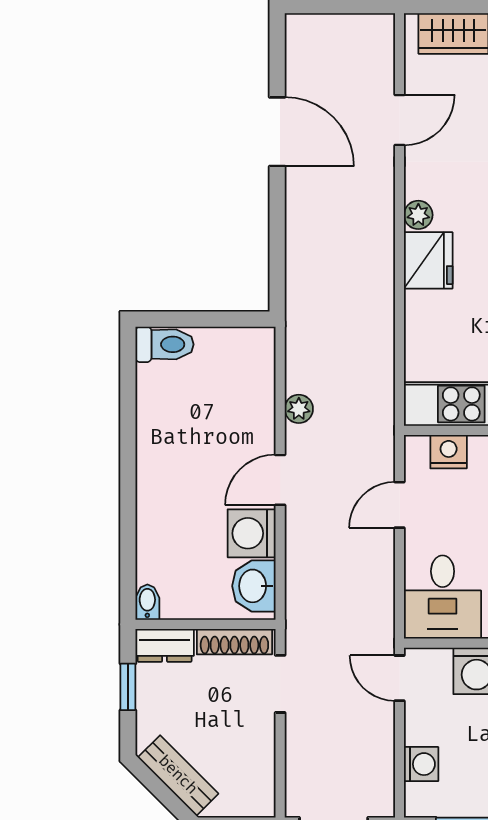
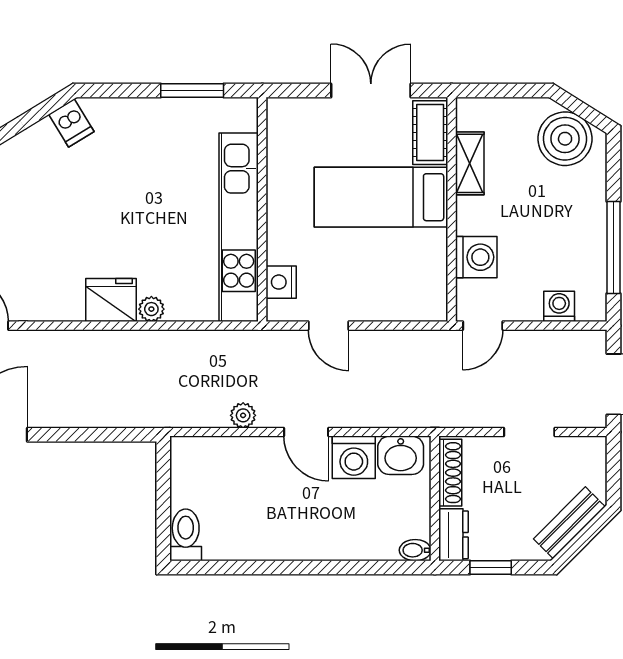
plant: (418, 215) -> (151, 309), moved
desk: (443, 597) -> (411, 287), removed
doorway: (280, 684) -> (529, 432), moved

